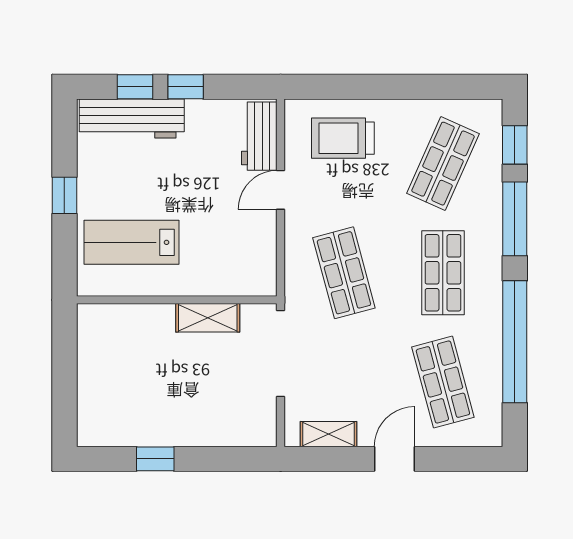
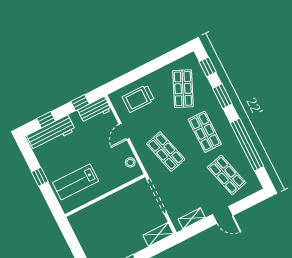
window: (186, 87) -> (80, 103), moved
workbench: (259, 136) -> (94, 110), moved, turned -90
window: (515, 219) -> (222, 96), width x0.69
stool: (261, 259) -> (130, 162), added
shelving: (208, 318) -> (158, 234), moved
door: (395, 459) -> (223, 215), swing flipped

